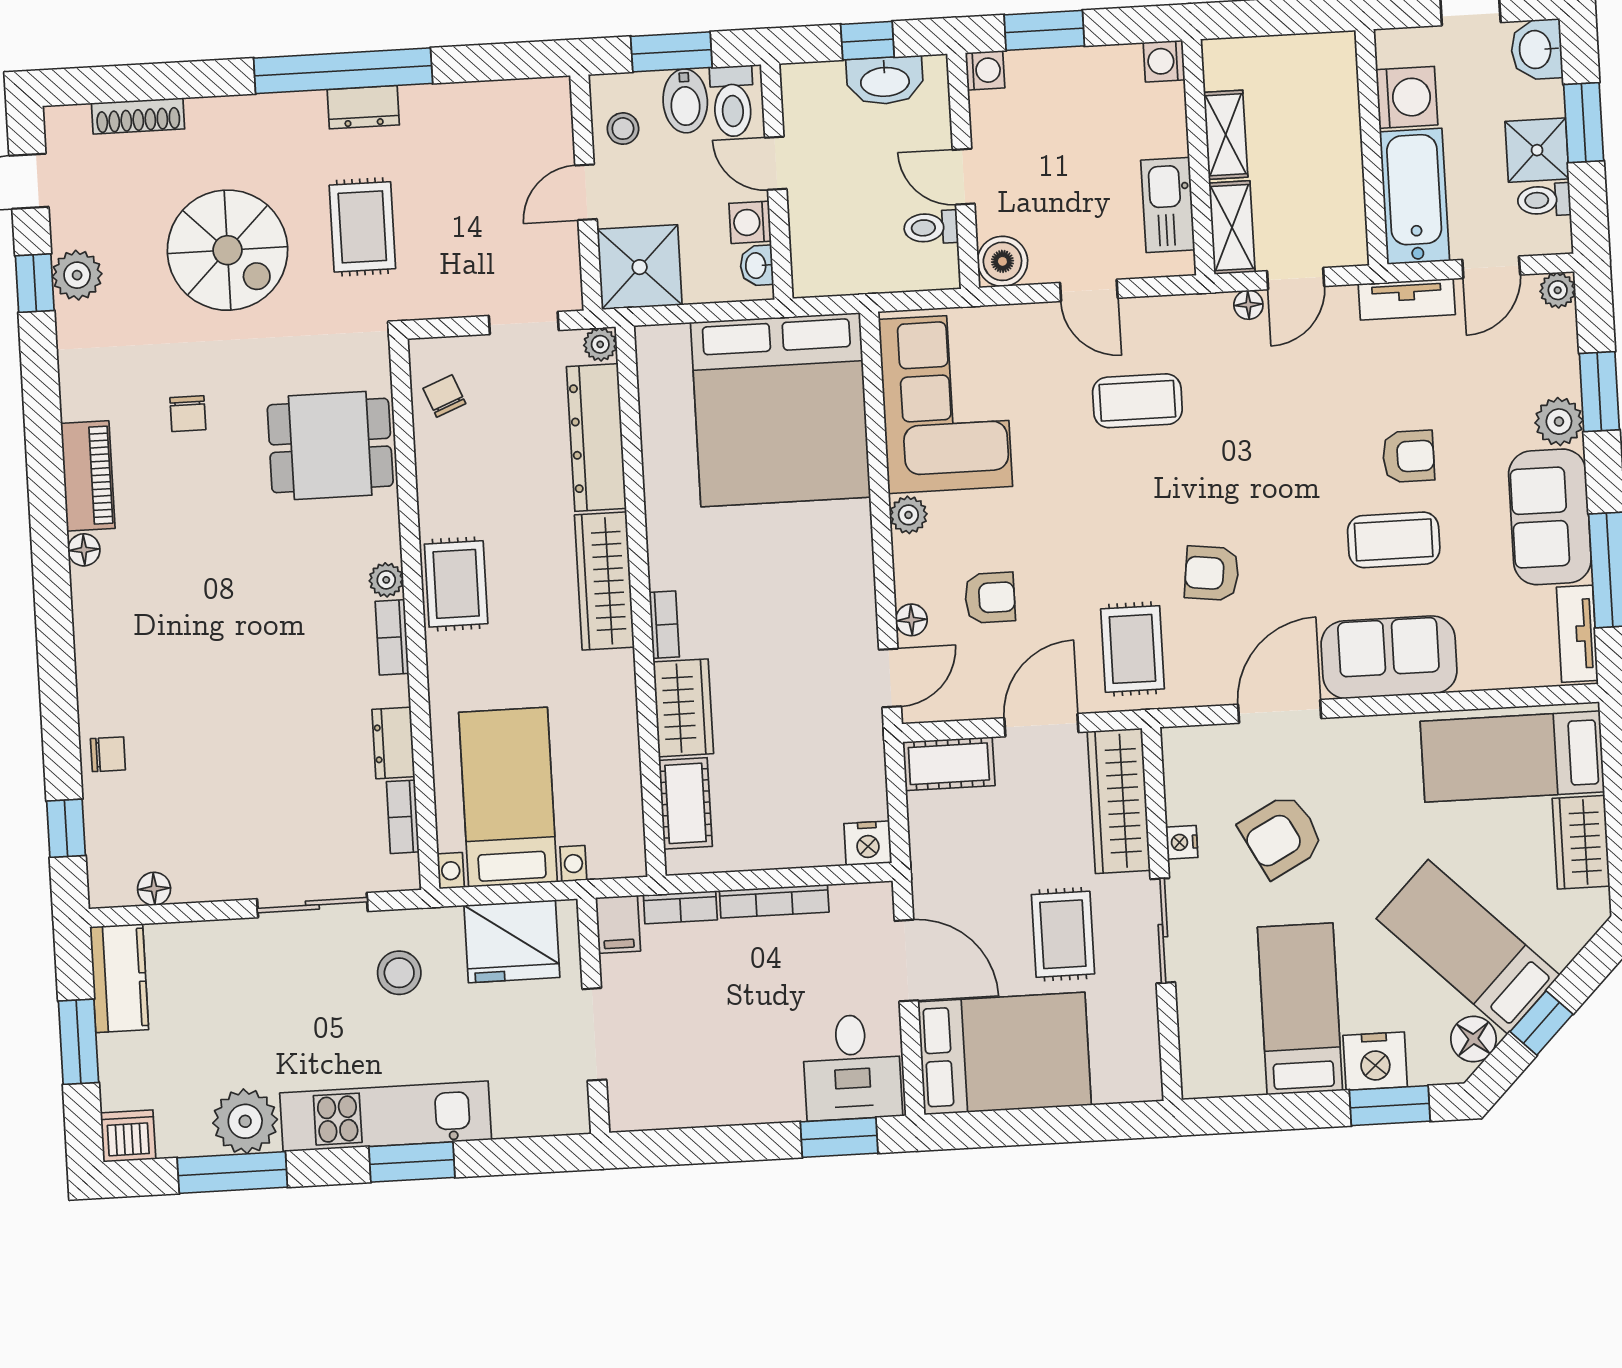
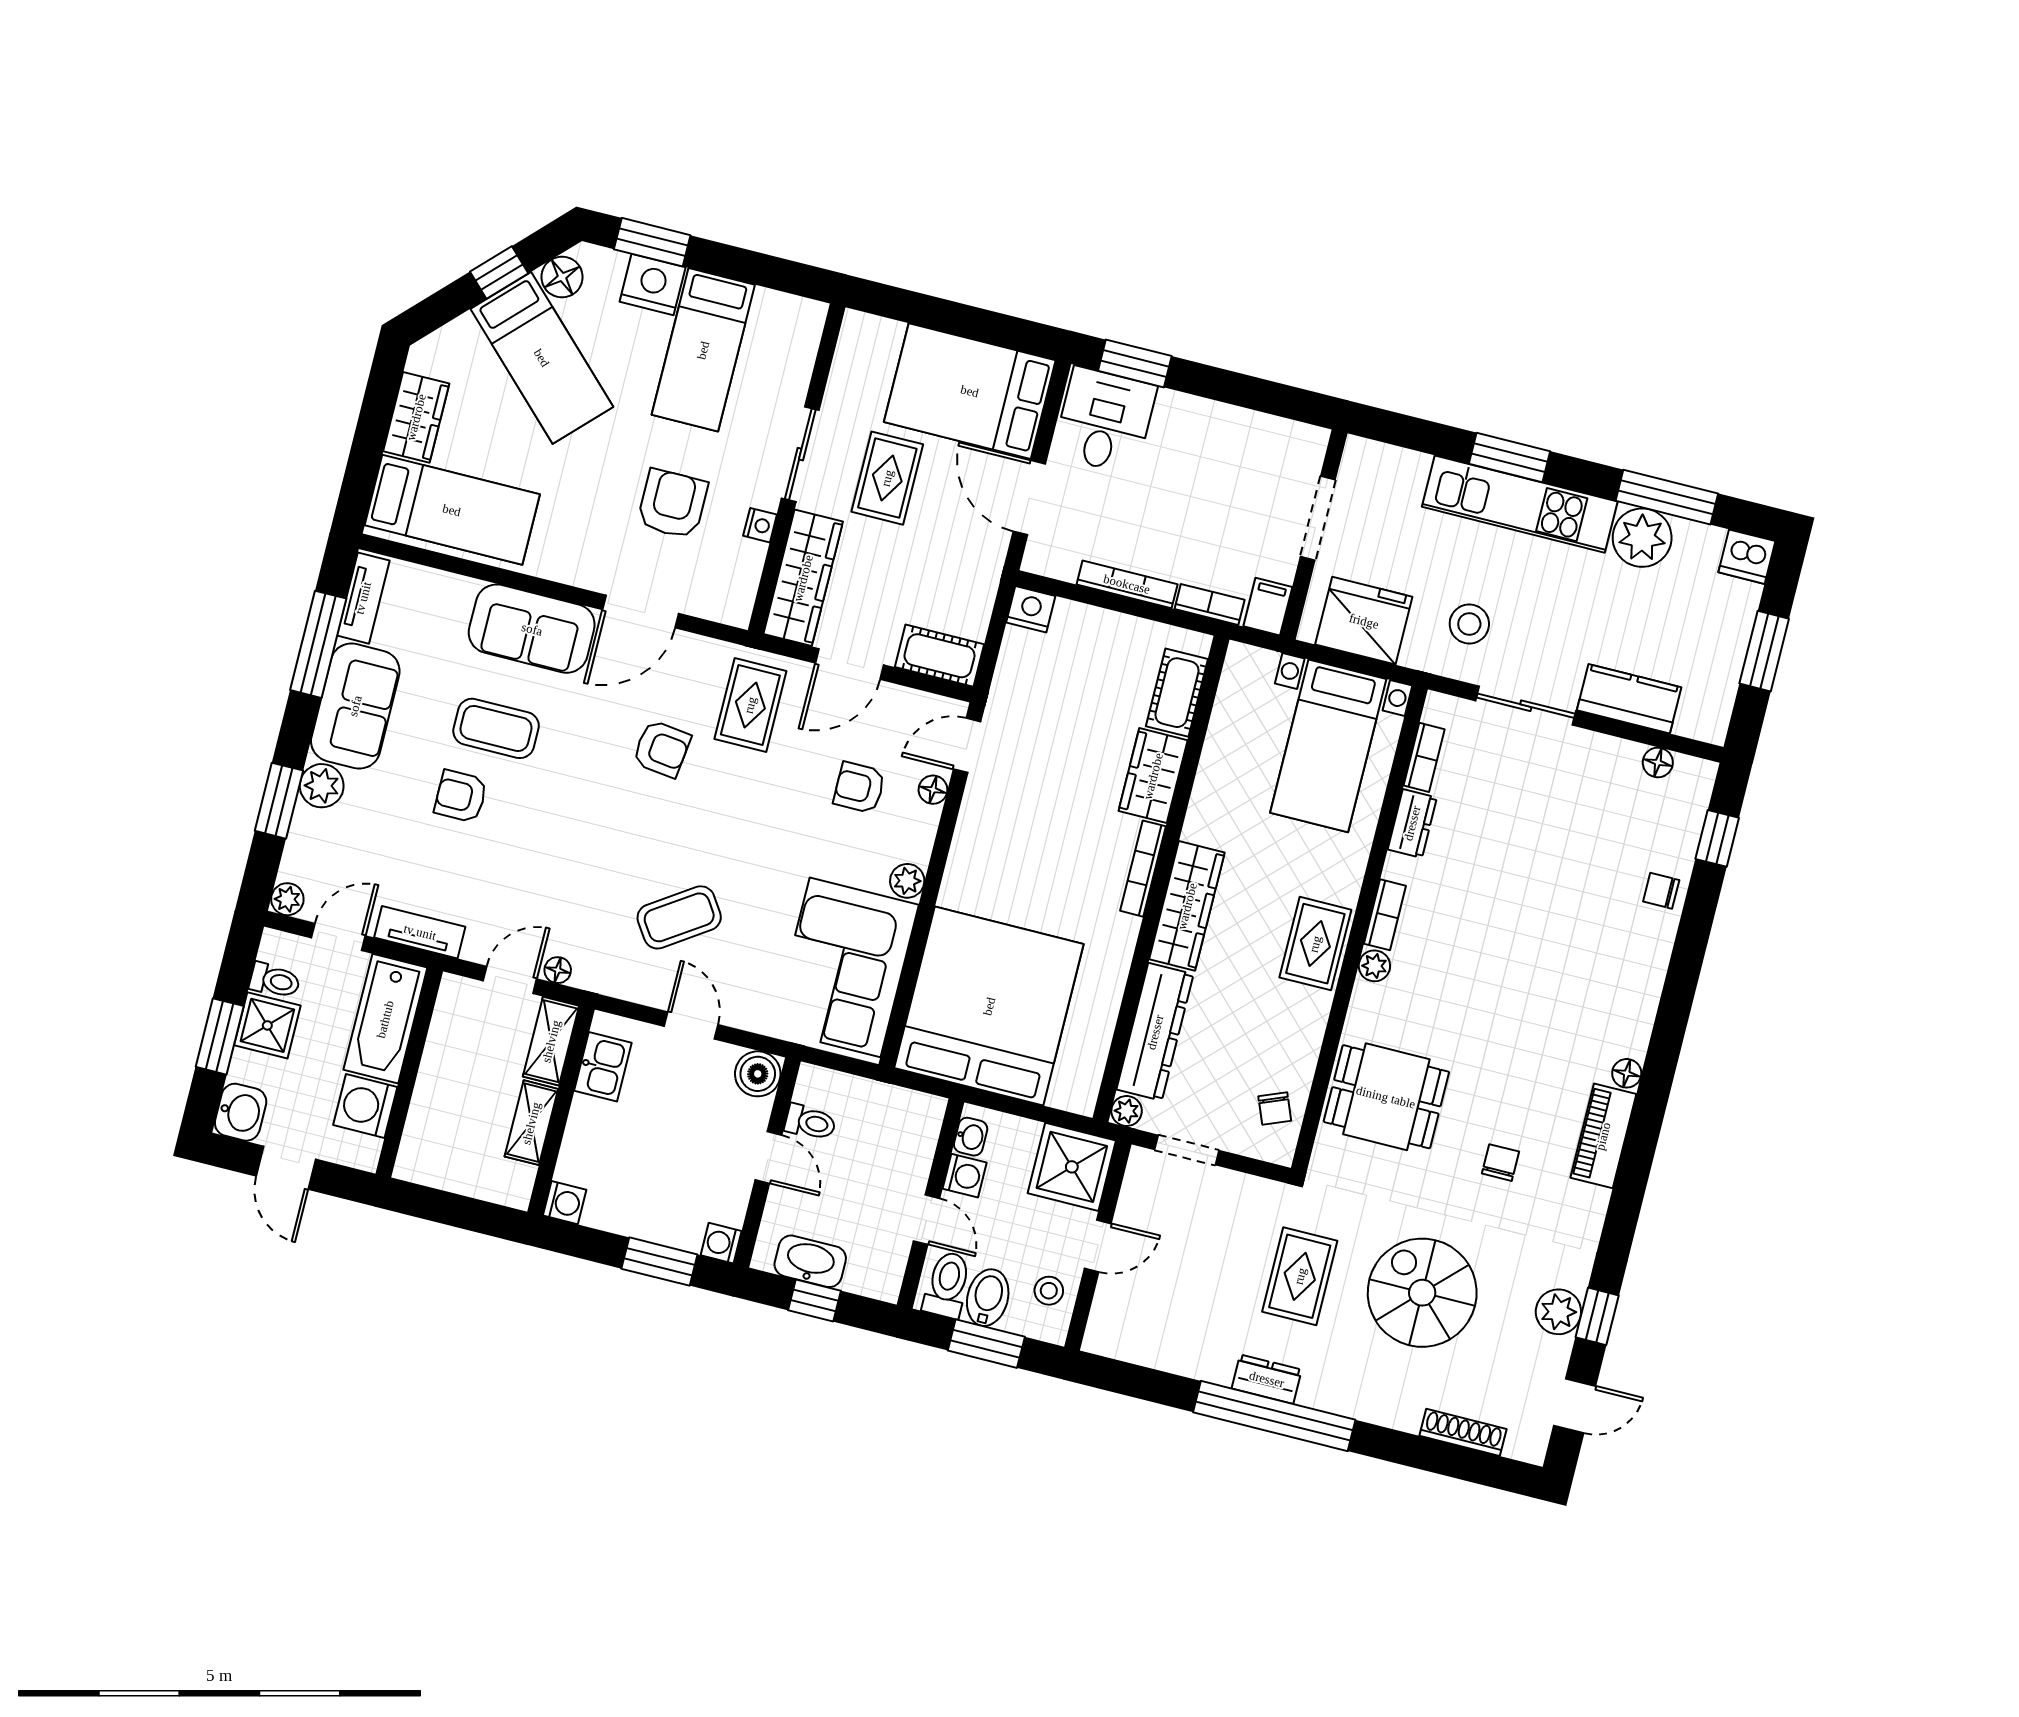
kitchen sink: (1168, 205) -> (603, 1067), width x0.73
coffee table: (1137, 401) -> (679, 917), turned -34
bookcase: (664, 625) -> (1143, 869), width x1.56
armchair: (1282, 836) -> (672, 504), turned -62
kitchen counter: (119, 978) -> (1629, 699), moved, turned 90

